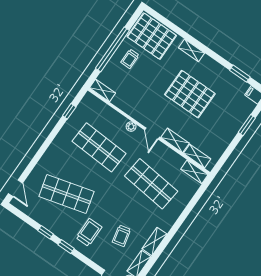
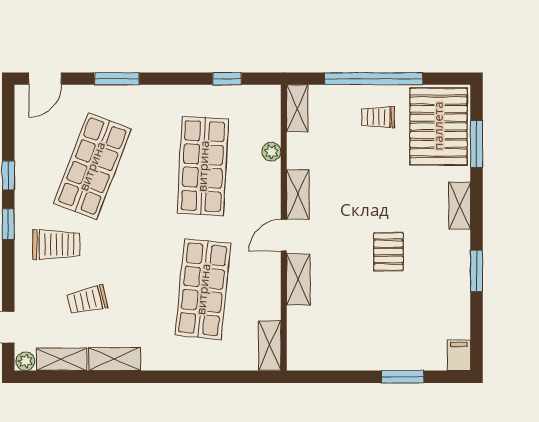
window: (170, 25) -> (477, 144), added
window: (240, 74) -> (477, 271), moved
pallet: (190, 94) -> (388, 252), width x0.49, depth x0.50
plant: (131, 127) -> (271, 152), moved
shelving: (197, 156) -> (298, 194), moved
window: (37, 158) -> (117, 79), added
shop shelf: (66, 194) -> (92, 166), turned 36

